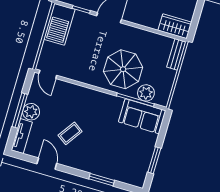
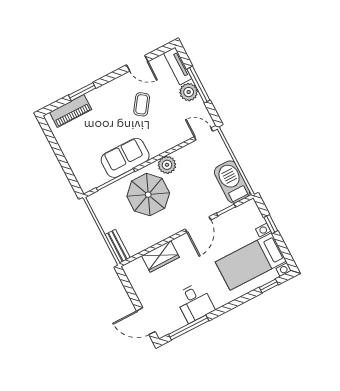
wardrobe: (175, 26) -> (160, 256), moved
plant: (146, 93) -> (167, 165), moved
sofa: (142, 116) -> (125, 158), moved
window: (154, 160) -> (55, 147), removed
piano: (121, 174) -> (71, 111), added

